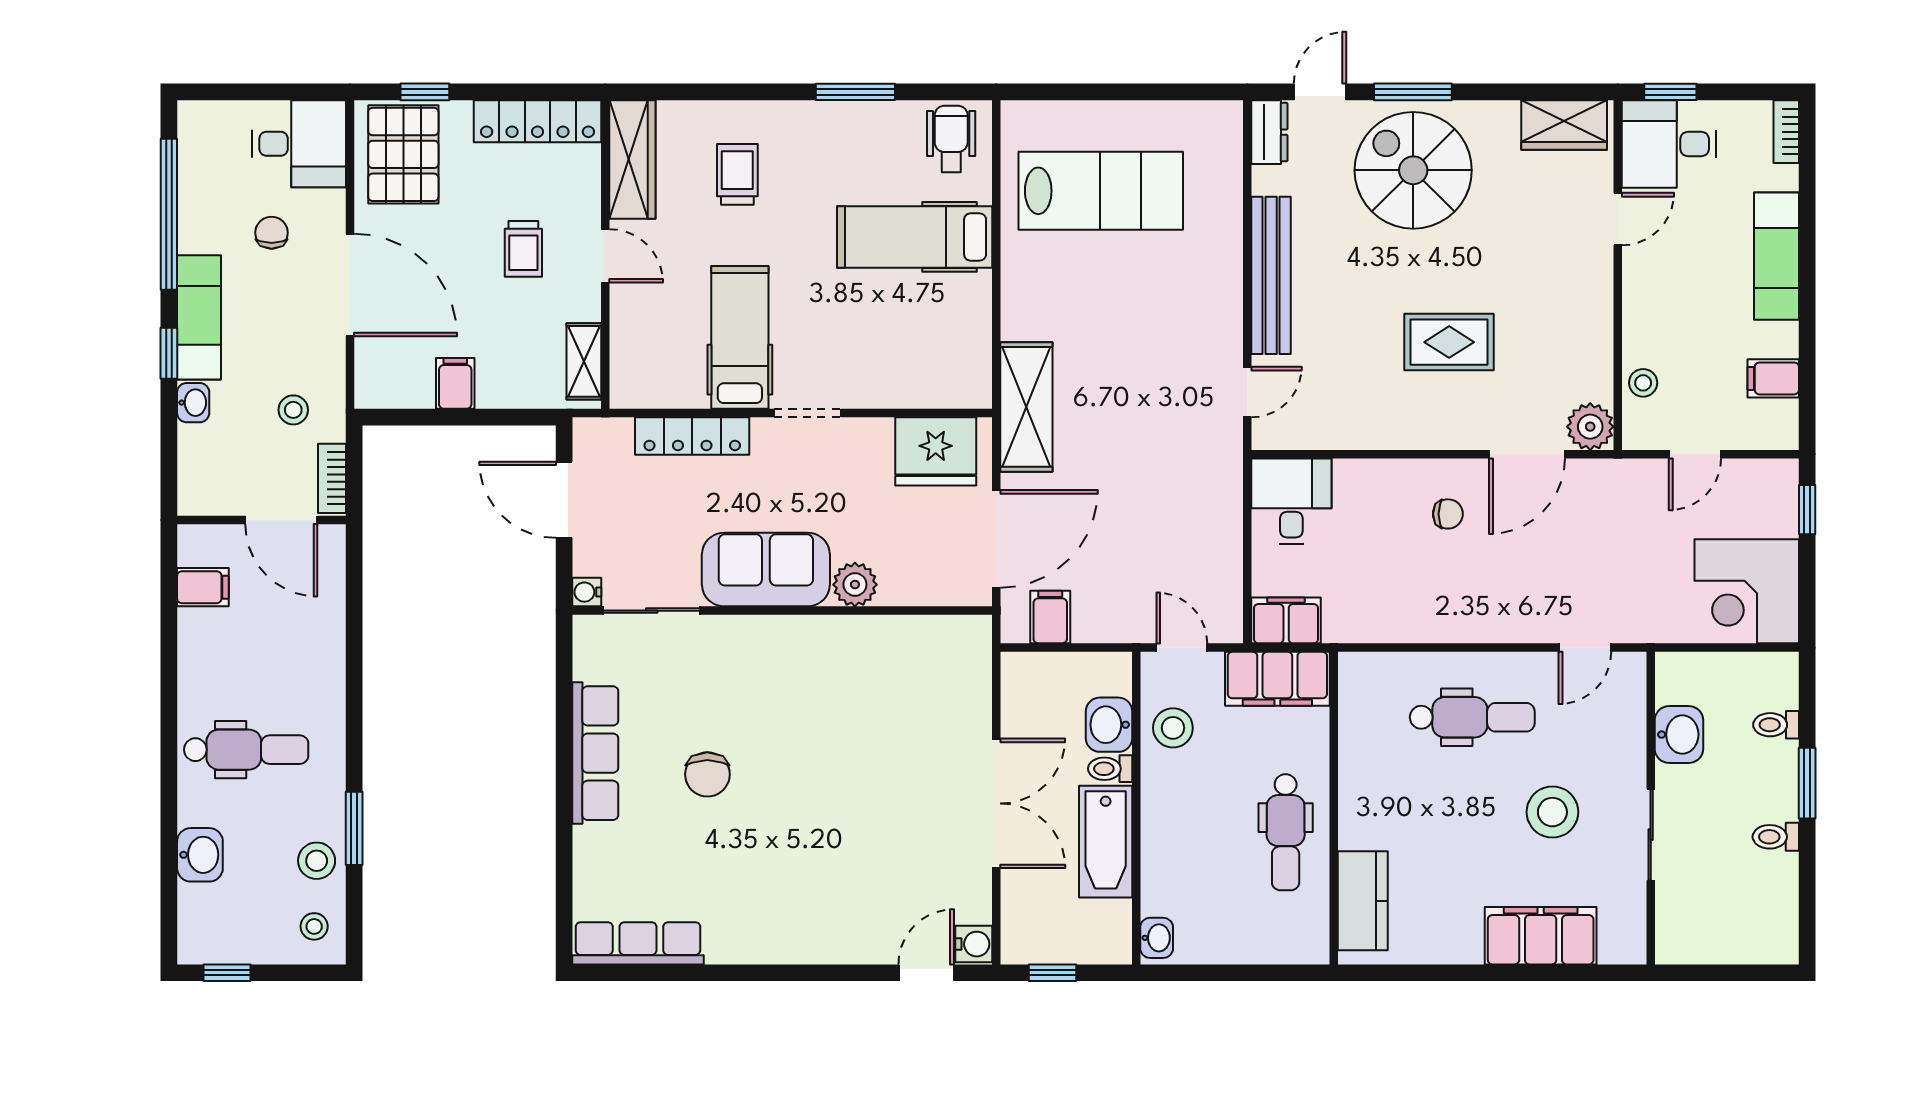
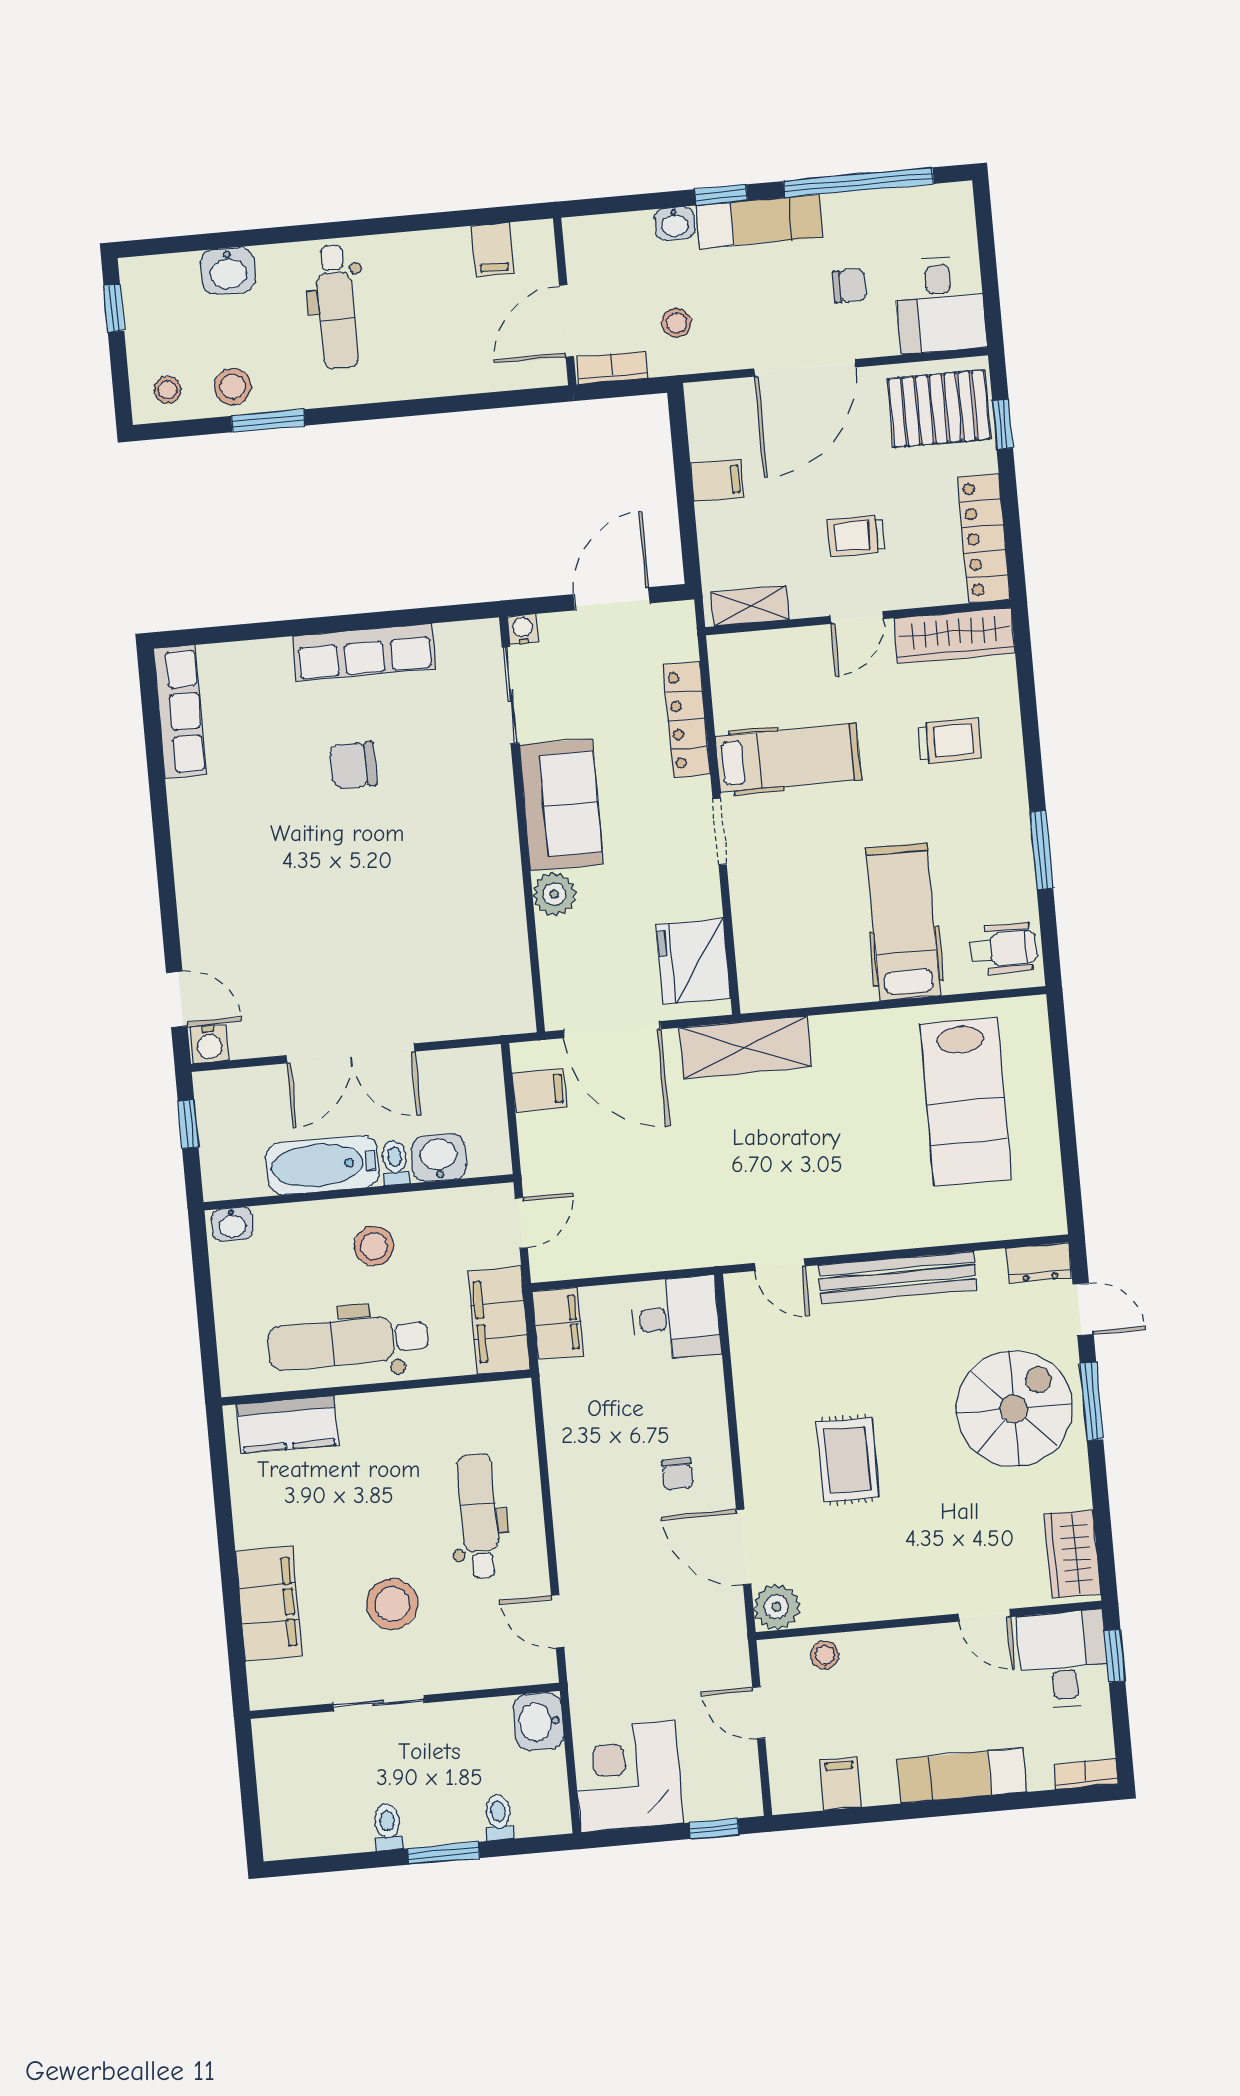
dental chair: (1472, 717) -> (479, 1516), turned 180
stool: (1173, 728) -> (374, 1246), moved
washbasin: (1679, 735) -> (539, 1722), moved, turned 90
dental chair: (1286, 832) -> (348, 1342), width x1.36, depth x1.38

